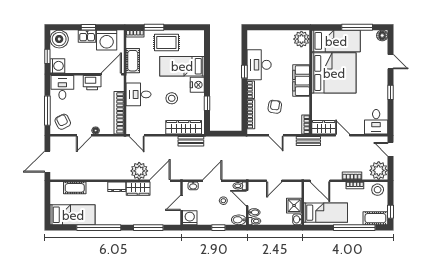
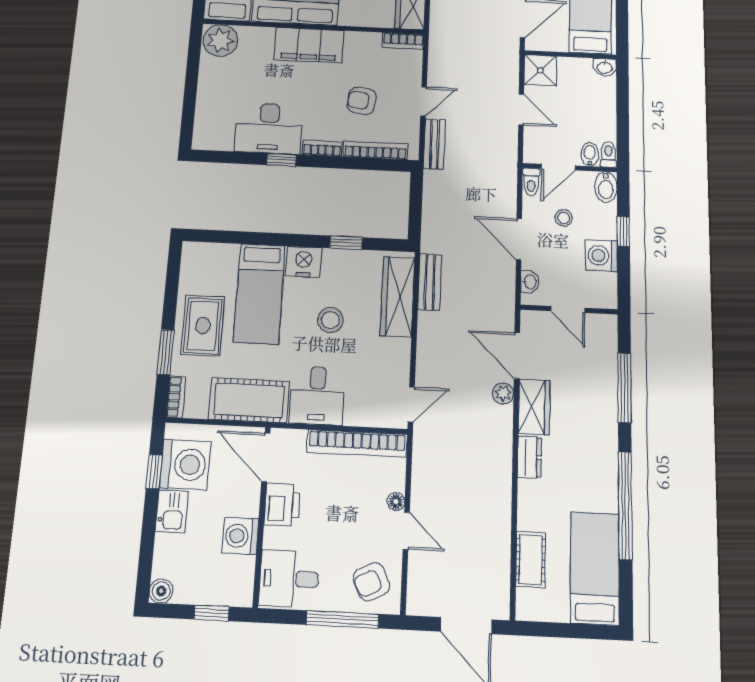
window: (88, 27) -> (154, 472), moved
boiler: (59, 39) -> (161, 591), width x0.54, depth x0.54
cot: (133, 61) -> (249, 400), width x1.37, depth x1.34
washing machine: (57, 66) -> (240, 536), moved, turned -90
bench: (308, 141) -> (434, 144), moved
plant: (139, 171) -> (503, 393), width x0.53, depth x0.53
shower: (294, 206) -> (540, 70), moved
washing machine: (190, 218) -> (602, 256), moved

